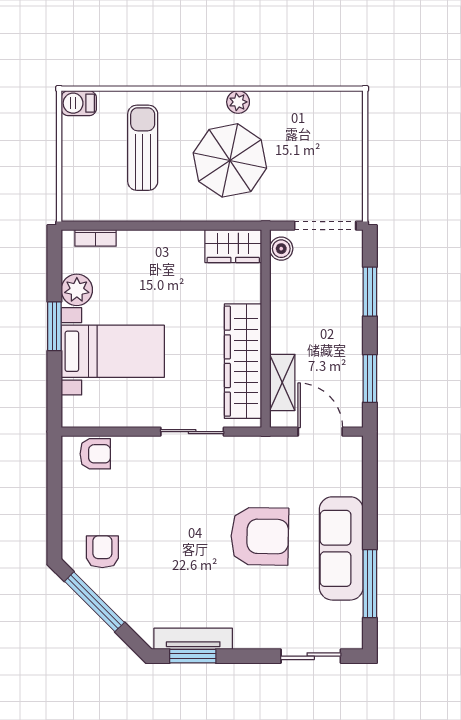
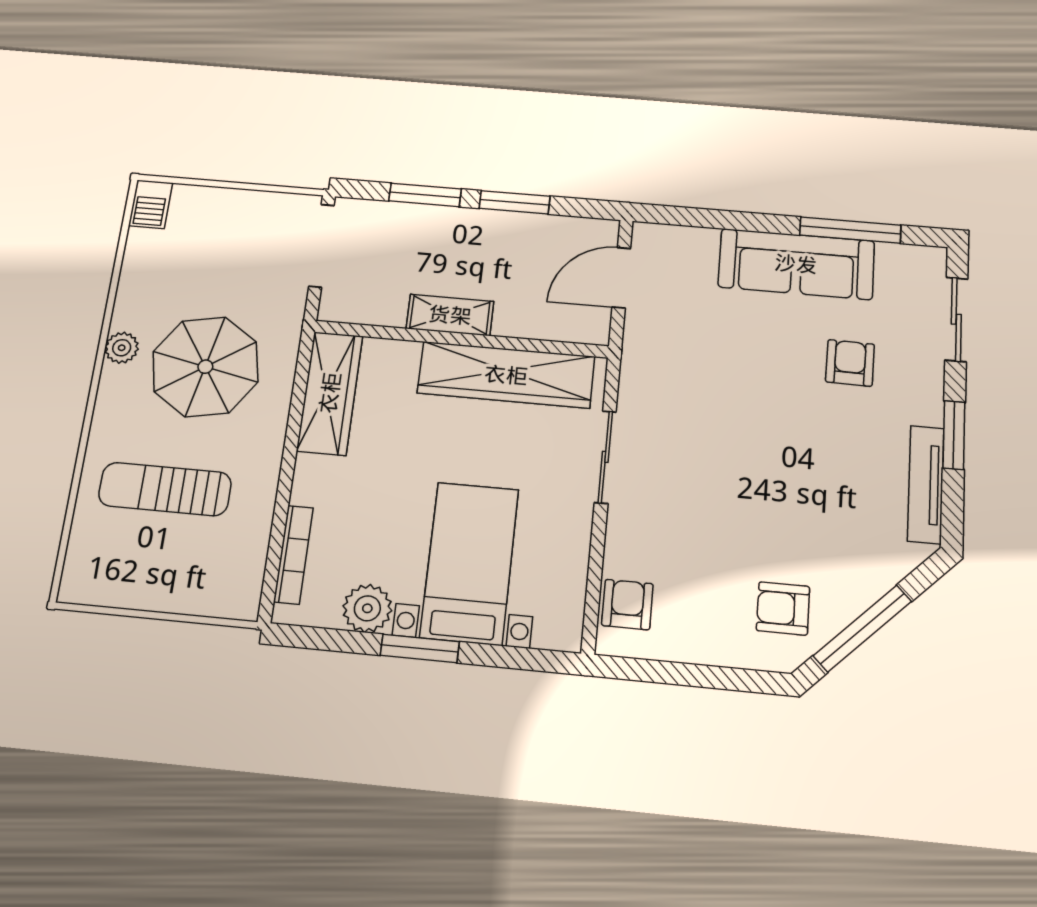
barbecue: (79, 103) -> (151, 204), moved
bookcase: (95, 238) -> (293, 555), width x1.56
wardrobe: (233, 246) -> (330, 393), width x1.50
boiler: (281, 249) -> (346, 308), removed
window: (370, 379) -> (515, 202), moved
shelving: (282, 382) -> (450, 315), moved
armchair: (260, 536) -> (850, 363), moved, width x0.53, depth x0.53
window: (193, 656) -> (954, 435), moved

